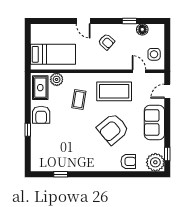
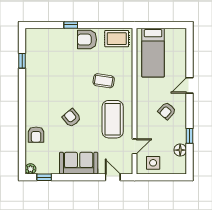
plant: (57, 79) -> (126, 56), removed
armchair: (113, 129) -> (71, 118), width x0.53, depth x0.53
plant: (155, 162) -> (30, 169), width x0.53, depth x0.53

